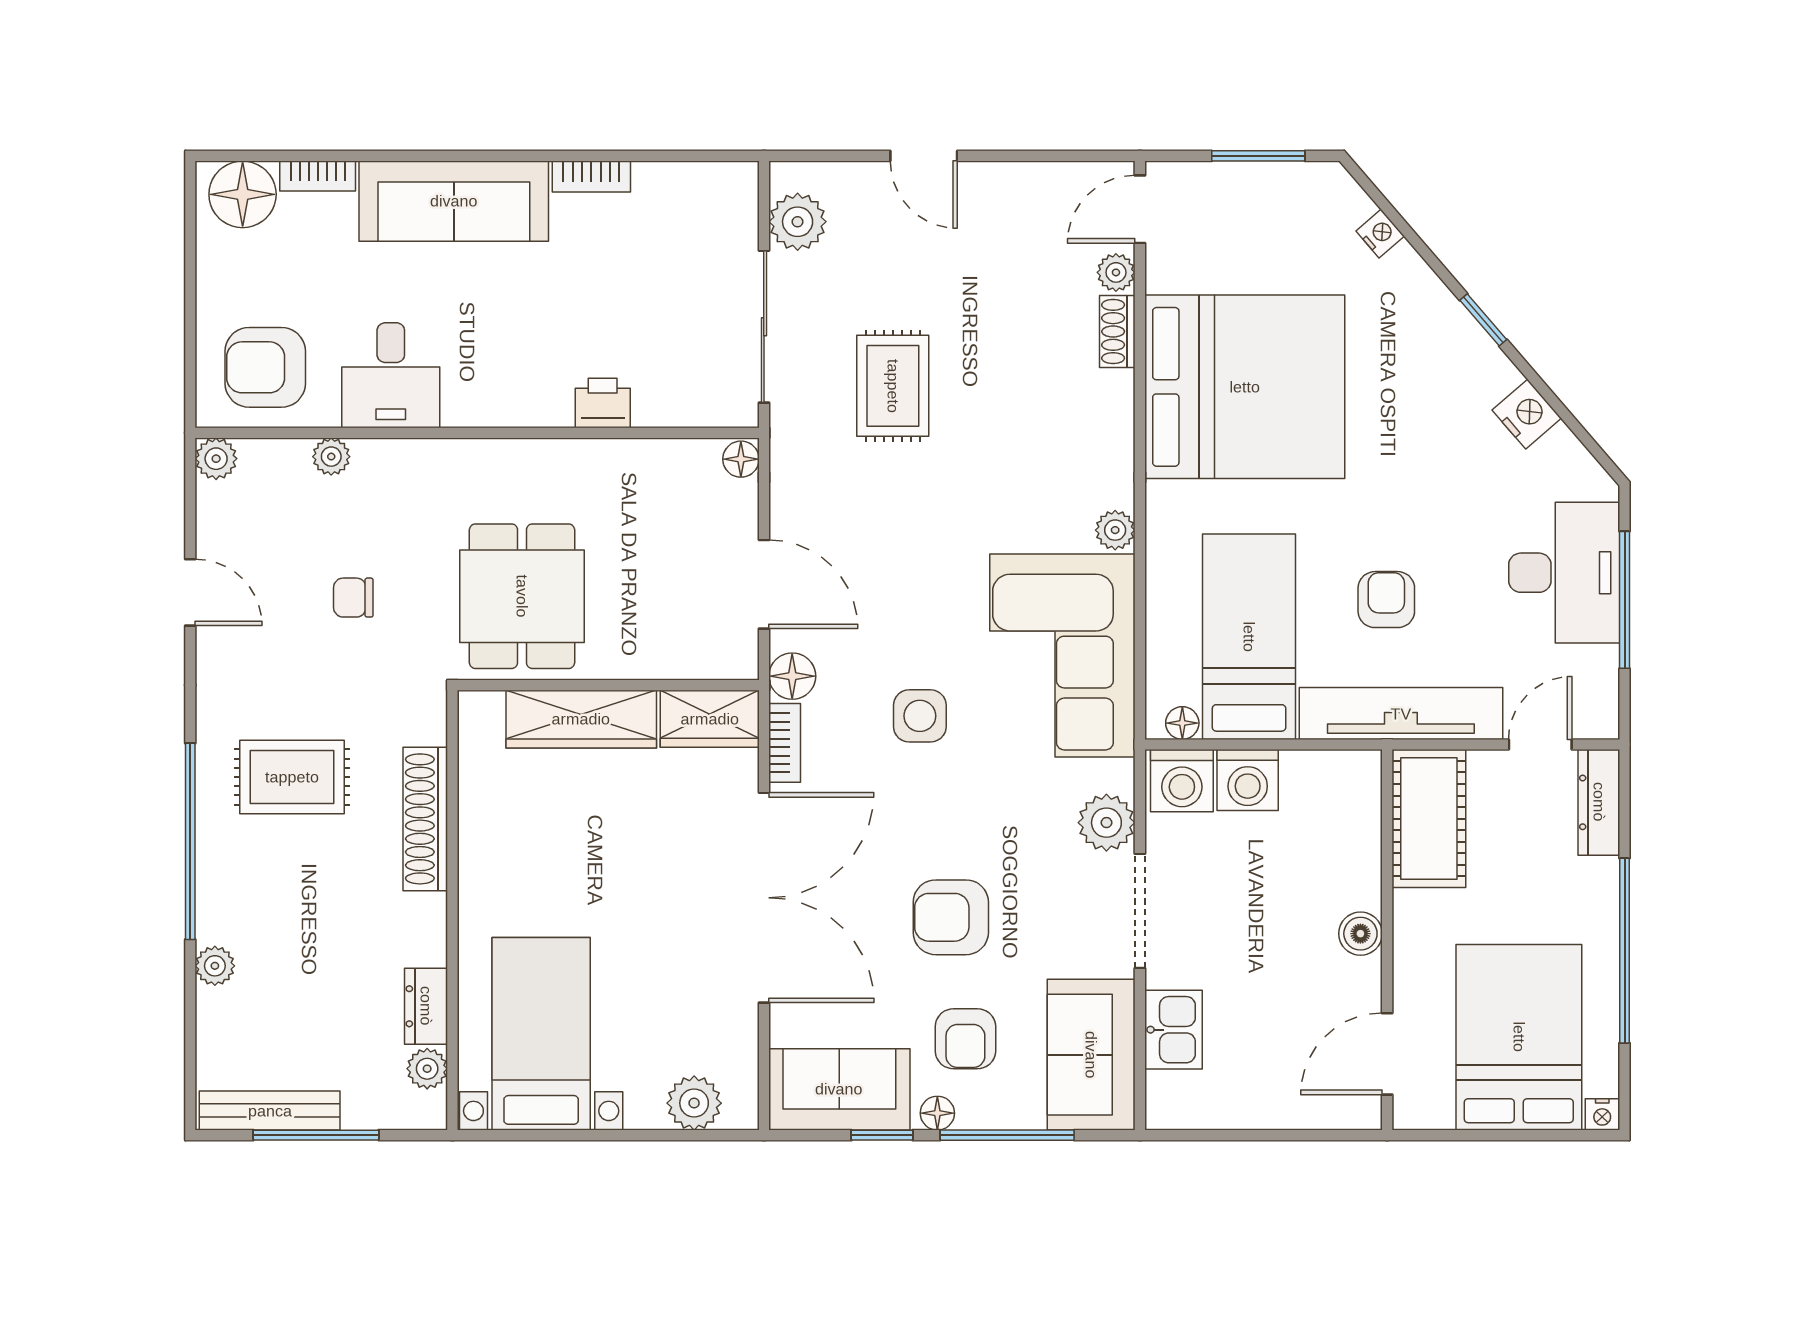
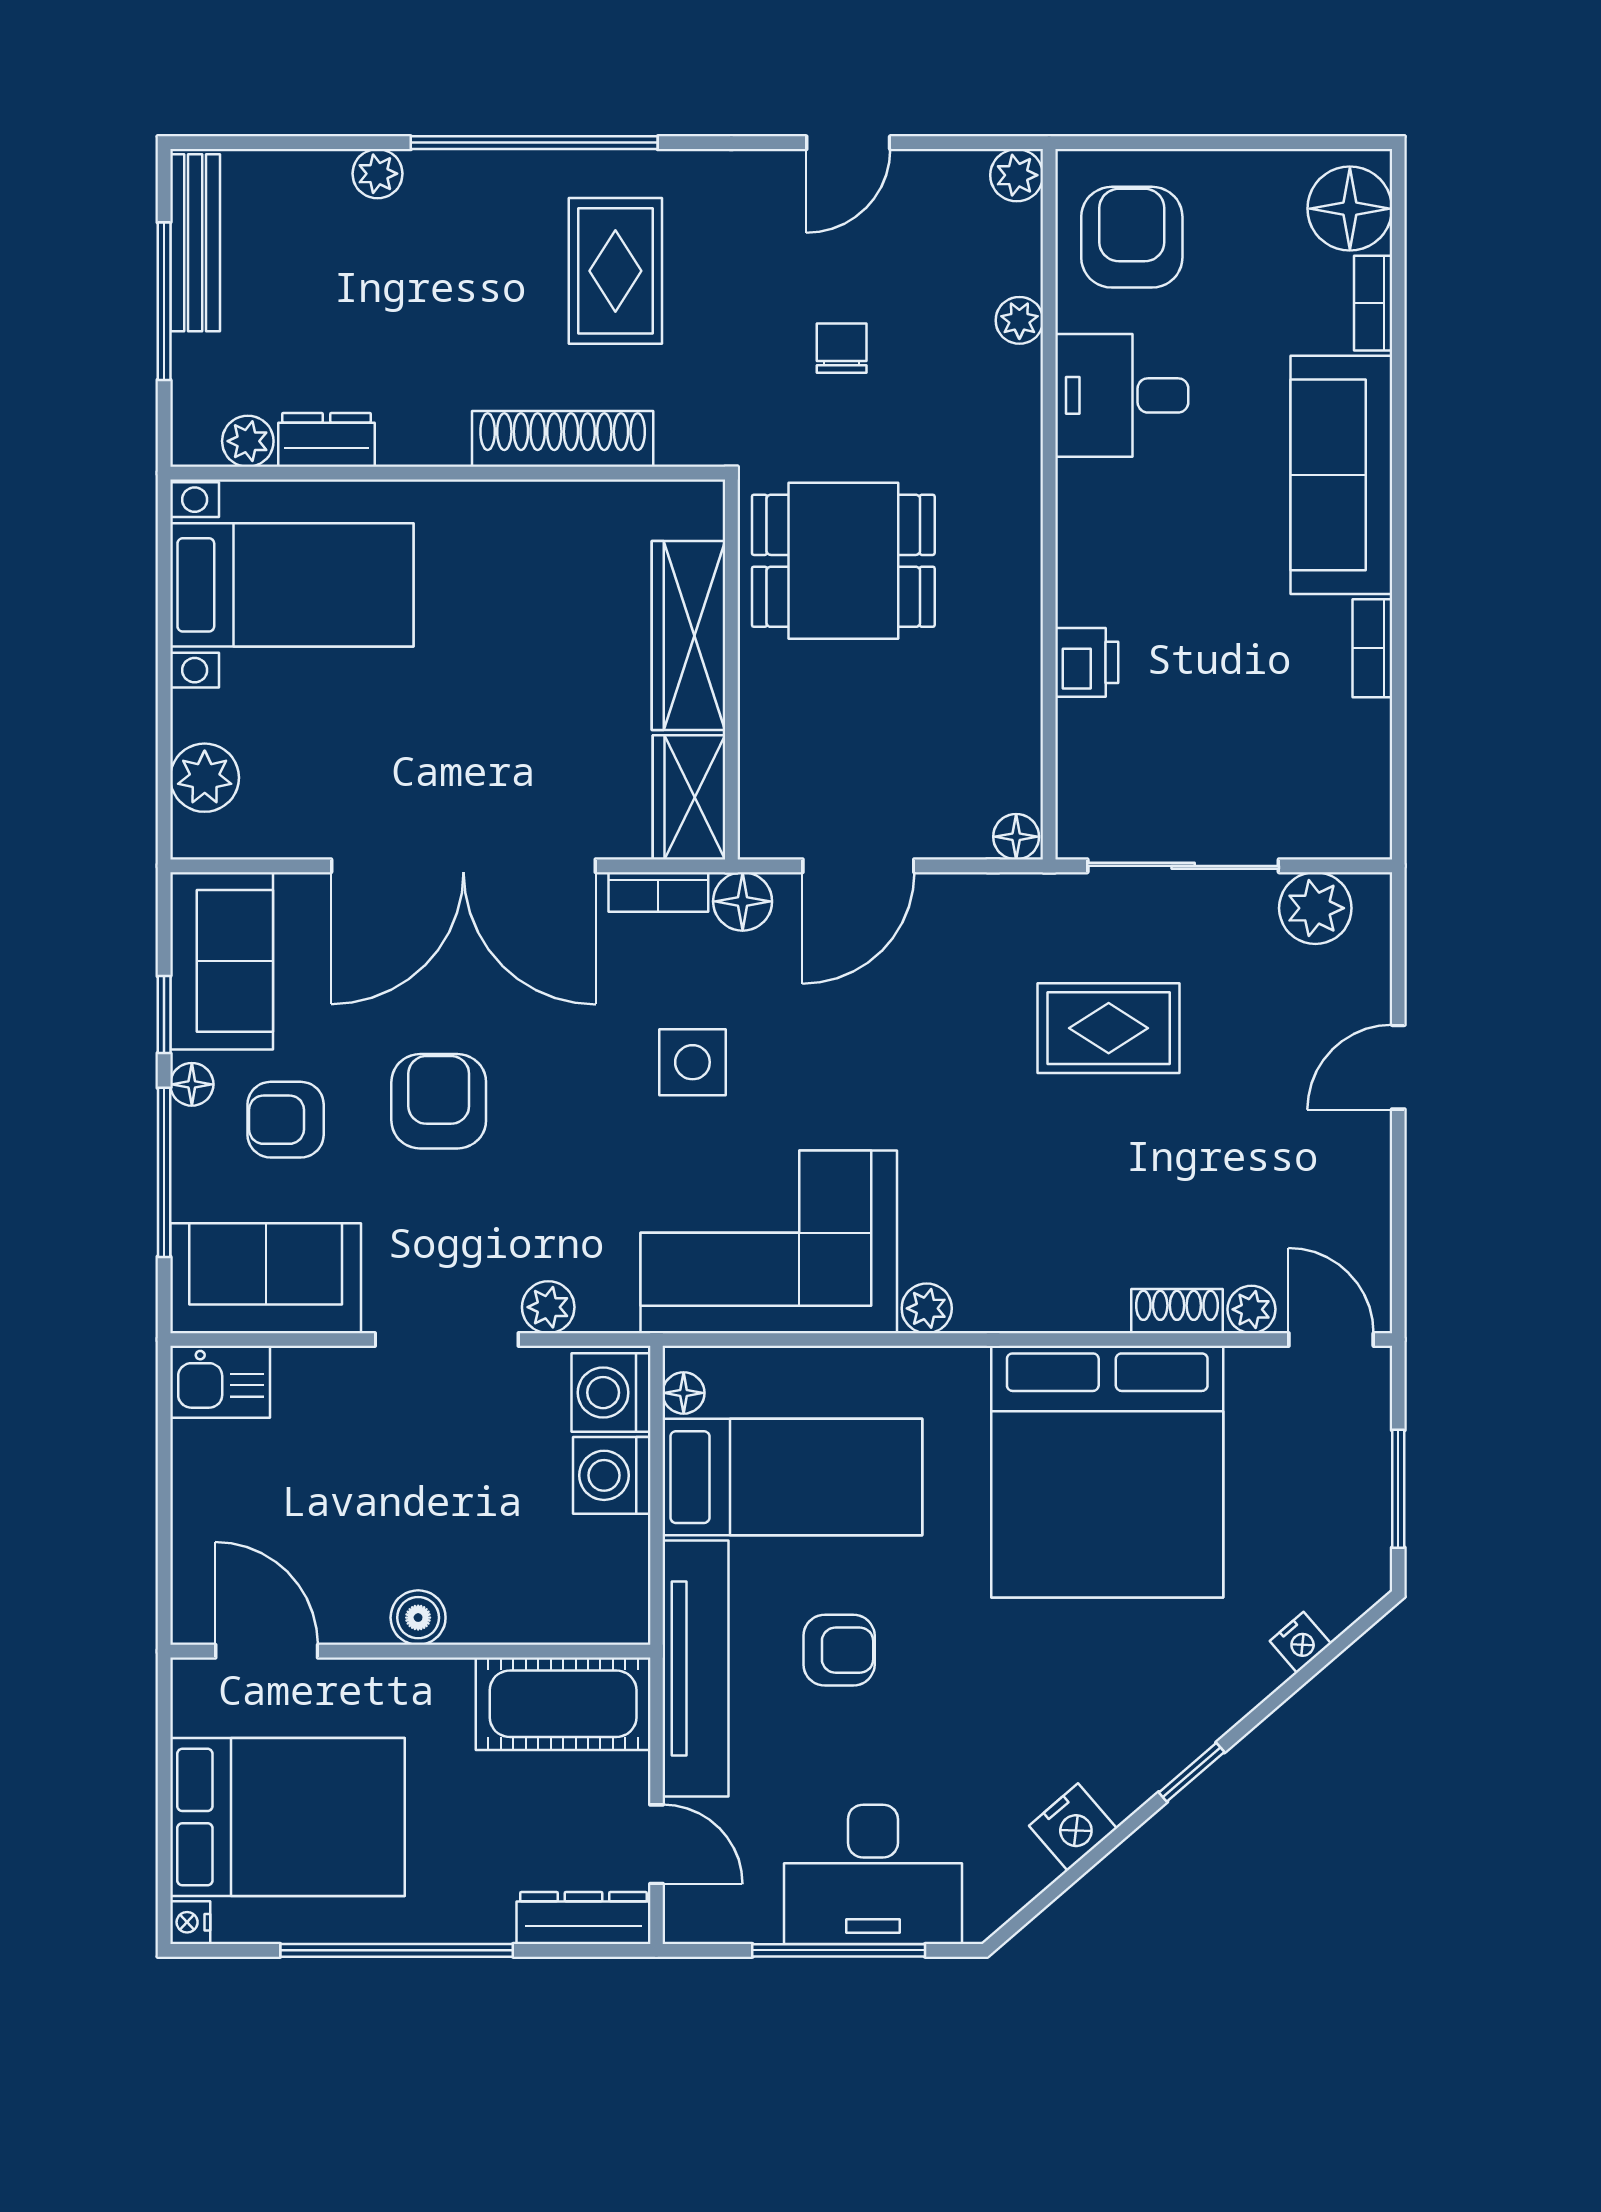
plant: (1106, 823) -> (548, 1307), width x0.73, depth x0.73
kitchen sink: (1173, 1030) -> (220, 1382), moved

